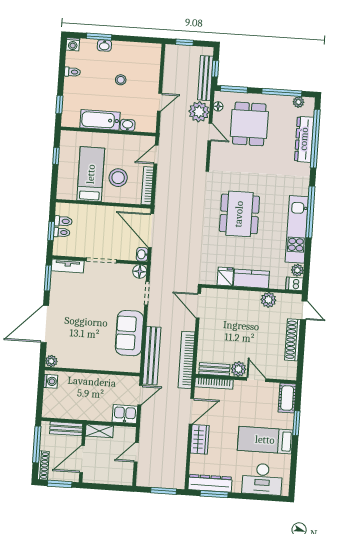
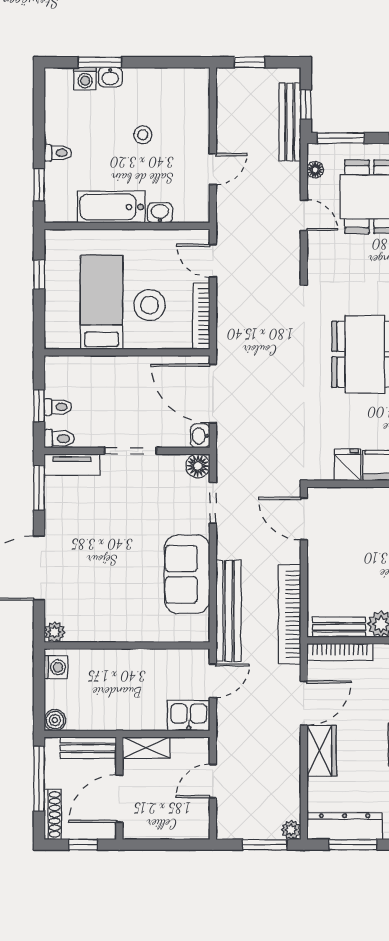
washing machine: (73, 44) -> (85, 78), moved
toilet: (72, 72) -> (58, 153), moved
plant: (199, 112) -> (291, 830), moved, width x0.53, depth x0.53
door: (156, 155) -> (213, 261), hinge flipped
toilet: (63, 221) -> (59, 439), moved
boiler: (48, 412) -> (55, 720), added
window: (60, 484) -> (83, 845), width x0.67

